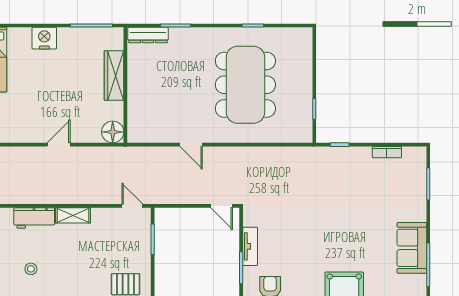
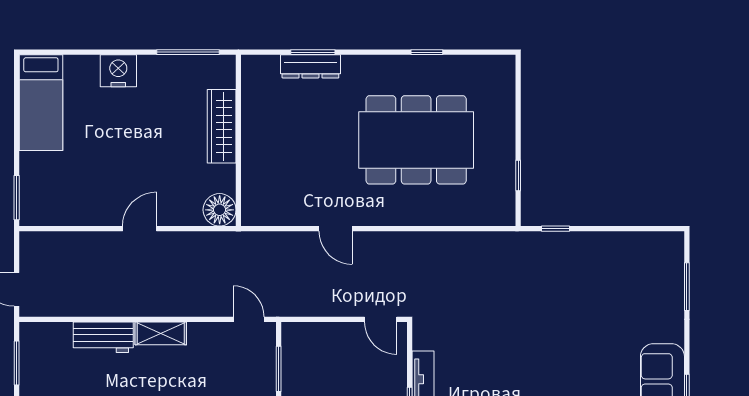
dresser: (148, 35) -> (310, 66), moved
dining table: (245, 85) -> (416, 140), turned 90
bookcase: (387, 152) -> (626, 240), removed

